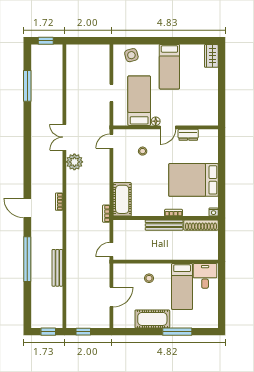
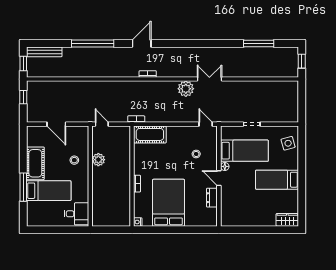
bench: (164, 225) -> (125, 175), removed
shoe rack: (201, 225) -> (125, 210), removed
plant: (148, 253) -> (98, 160), added
bench: (57, 268) -> (44, 52), moved
bed: (182, 286) -> (49, 191), moved, turned 180

